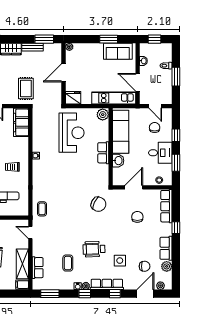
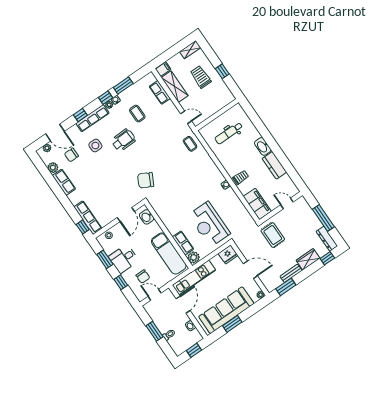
sofa: (118, 51) -> (226, 310), width x1.85, depth x1.27
door: (63, 73) -> (250, 270), hinge flipped
door: (138, 82) -> (183, 305), hinge flipped
row of seats: (103, 153) -> (183, 243), moved
washbasin: (118, 161) -> (147, 217), moved
trolley: (12, 167) -> (241, 177), moved
chair: (137, 217) -> (106, 192), removed
window: (176, 228) -> (83, 227), moved
window: (50, 294) -> (123, 85), moved
door: (145, 294) -> (55, 133), hinge flipped

